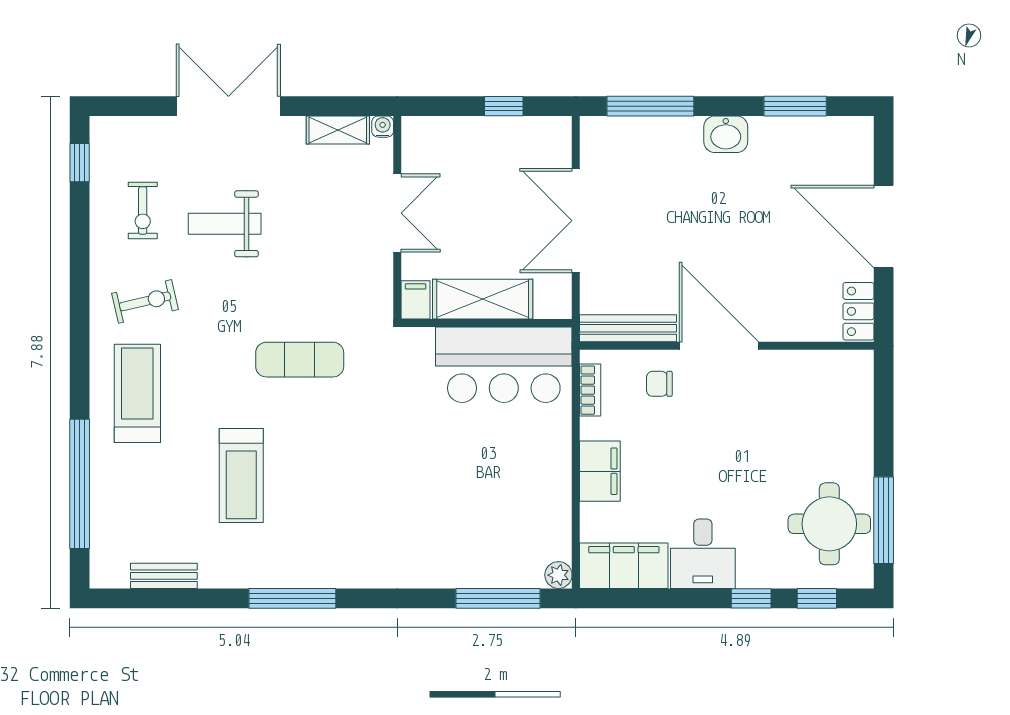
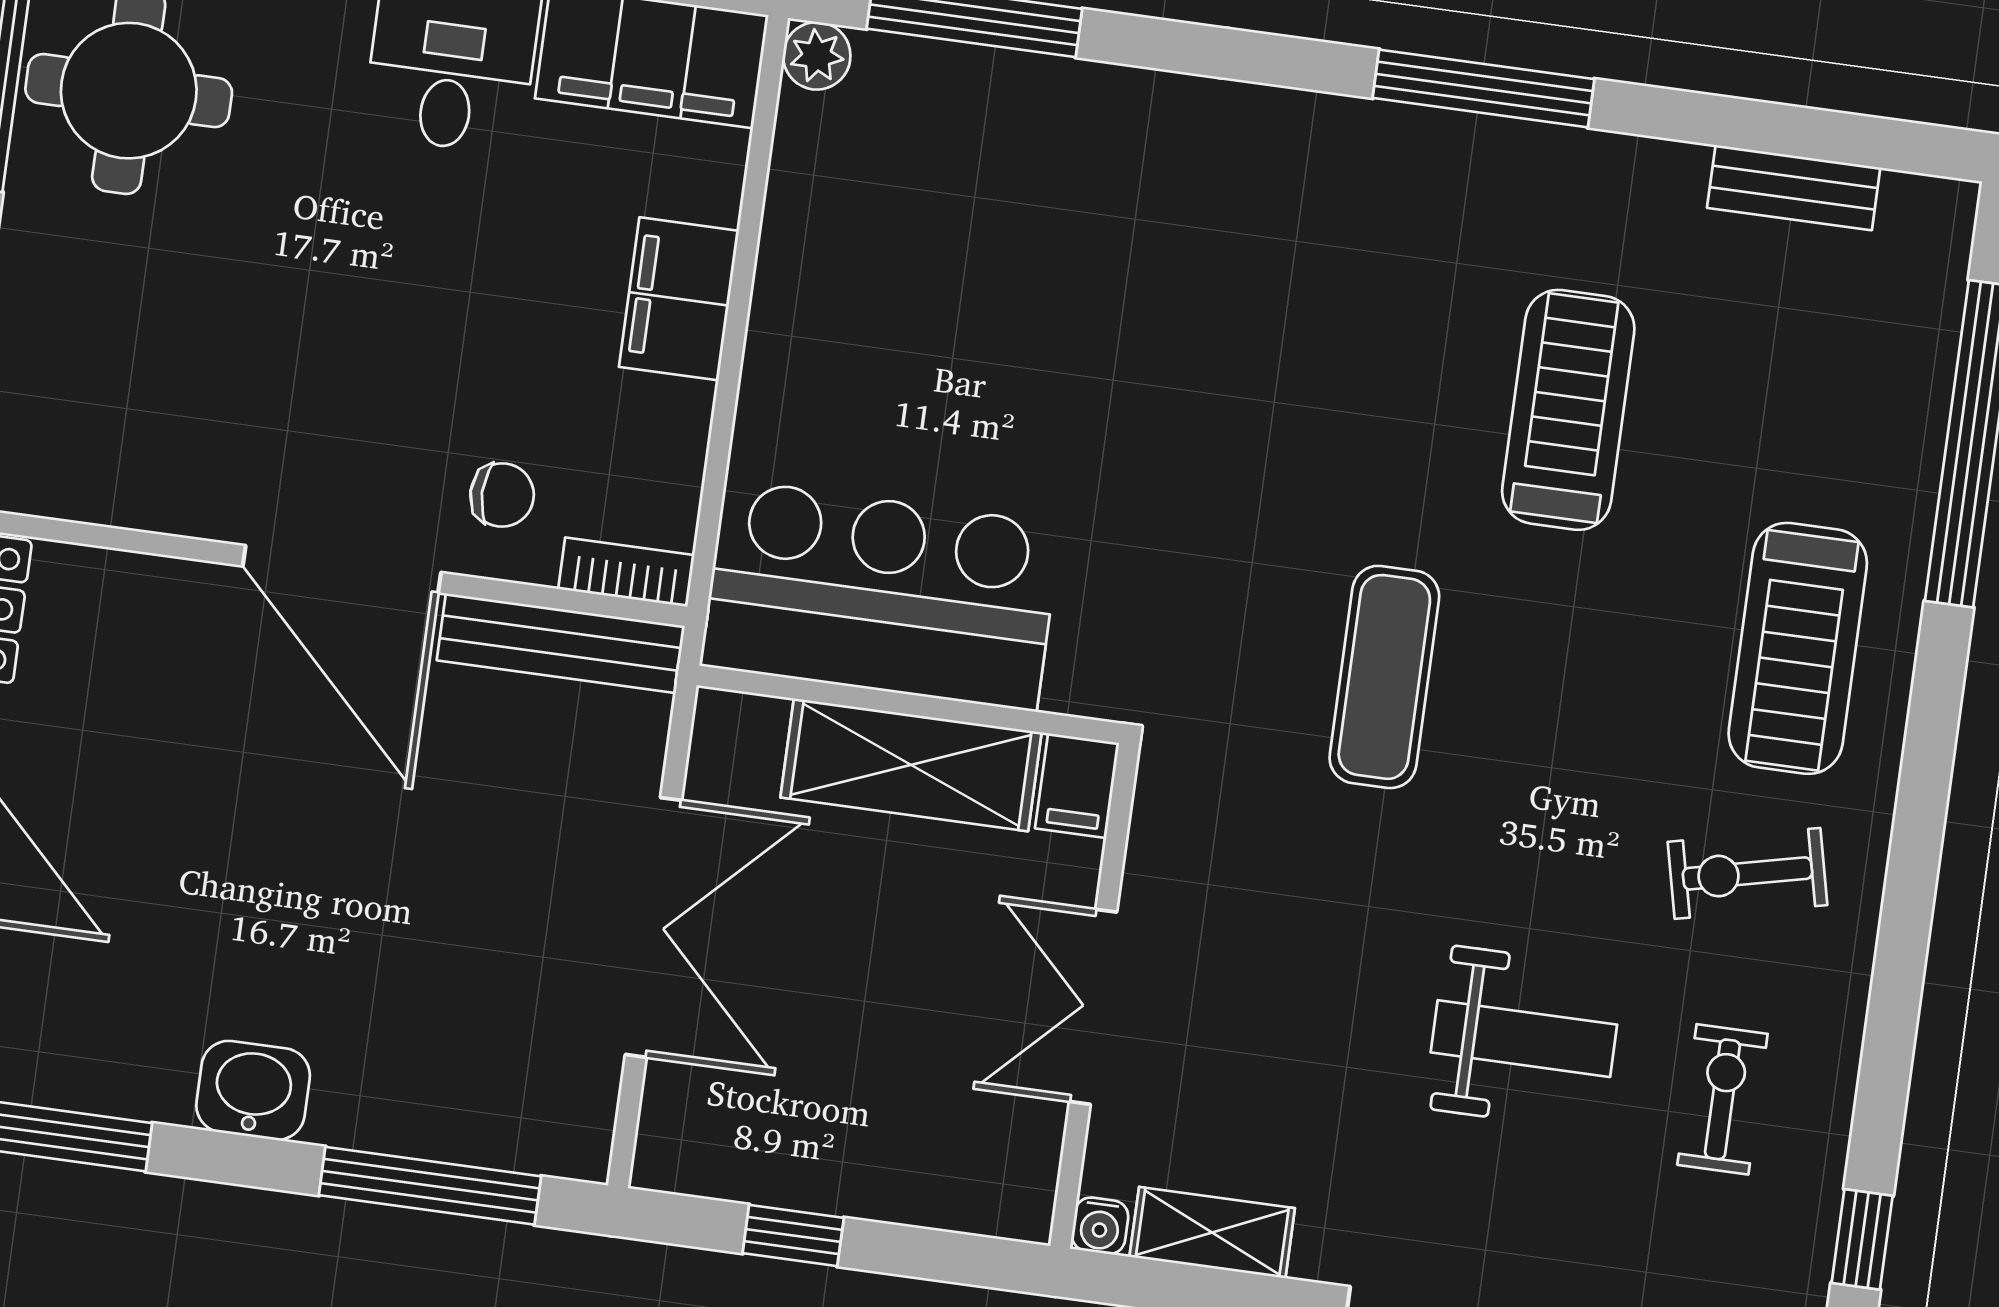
exercise mat: (300, 360) -> (1384, 677), turned 90
bookcase: (590, 390) -> (626, 572), moved, turned 90

